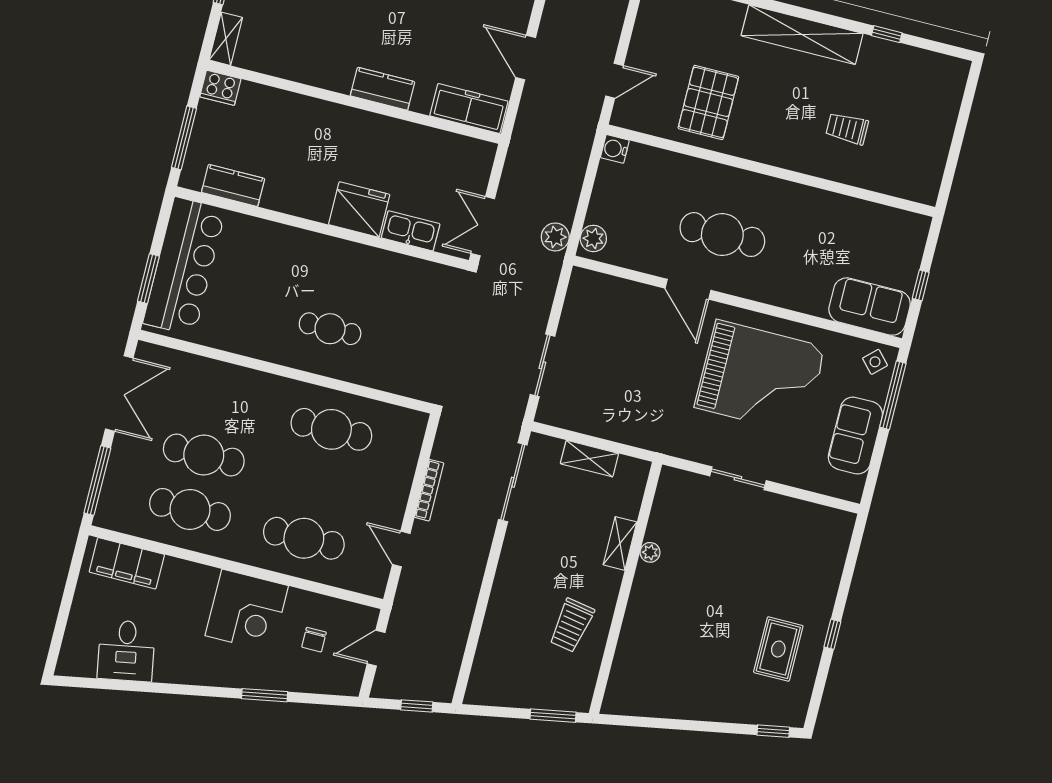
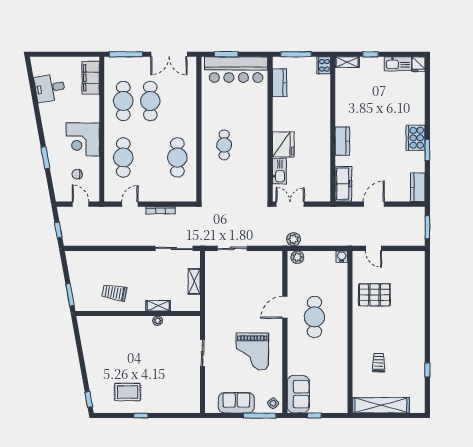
shelving: (802, 35) -> (381, 405), moved, turned 90
grand piano: (760, 377) -> (252, 351), width x0.73, depth x0.68

